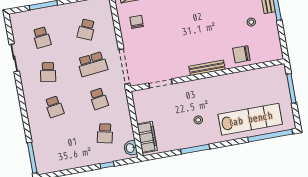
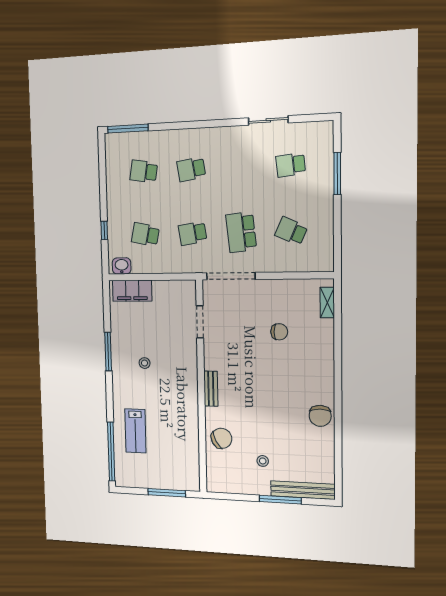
chair: (137, 22) -> (279, 332), moved
chair: (241, 54) -> (221, 438), turned 63
bench: (207, 68) -> (211, 389), width x0.73
school desk: (48, 72) -> (144, 171), moved
lab bench: (250, 119) -> (135, 431), width x0.54, depth x0.72

